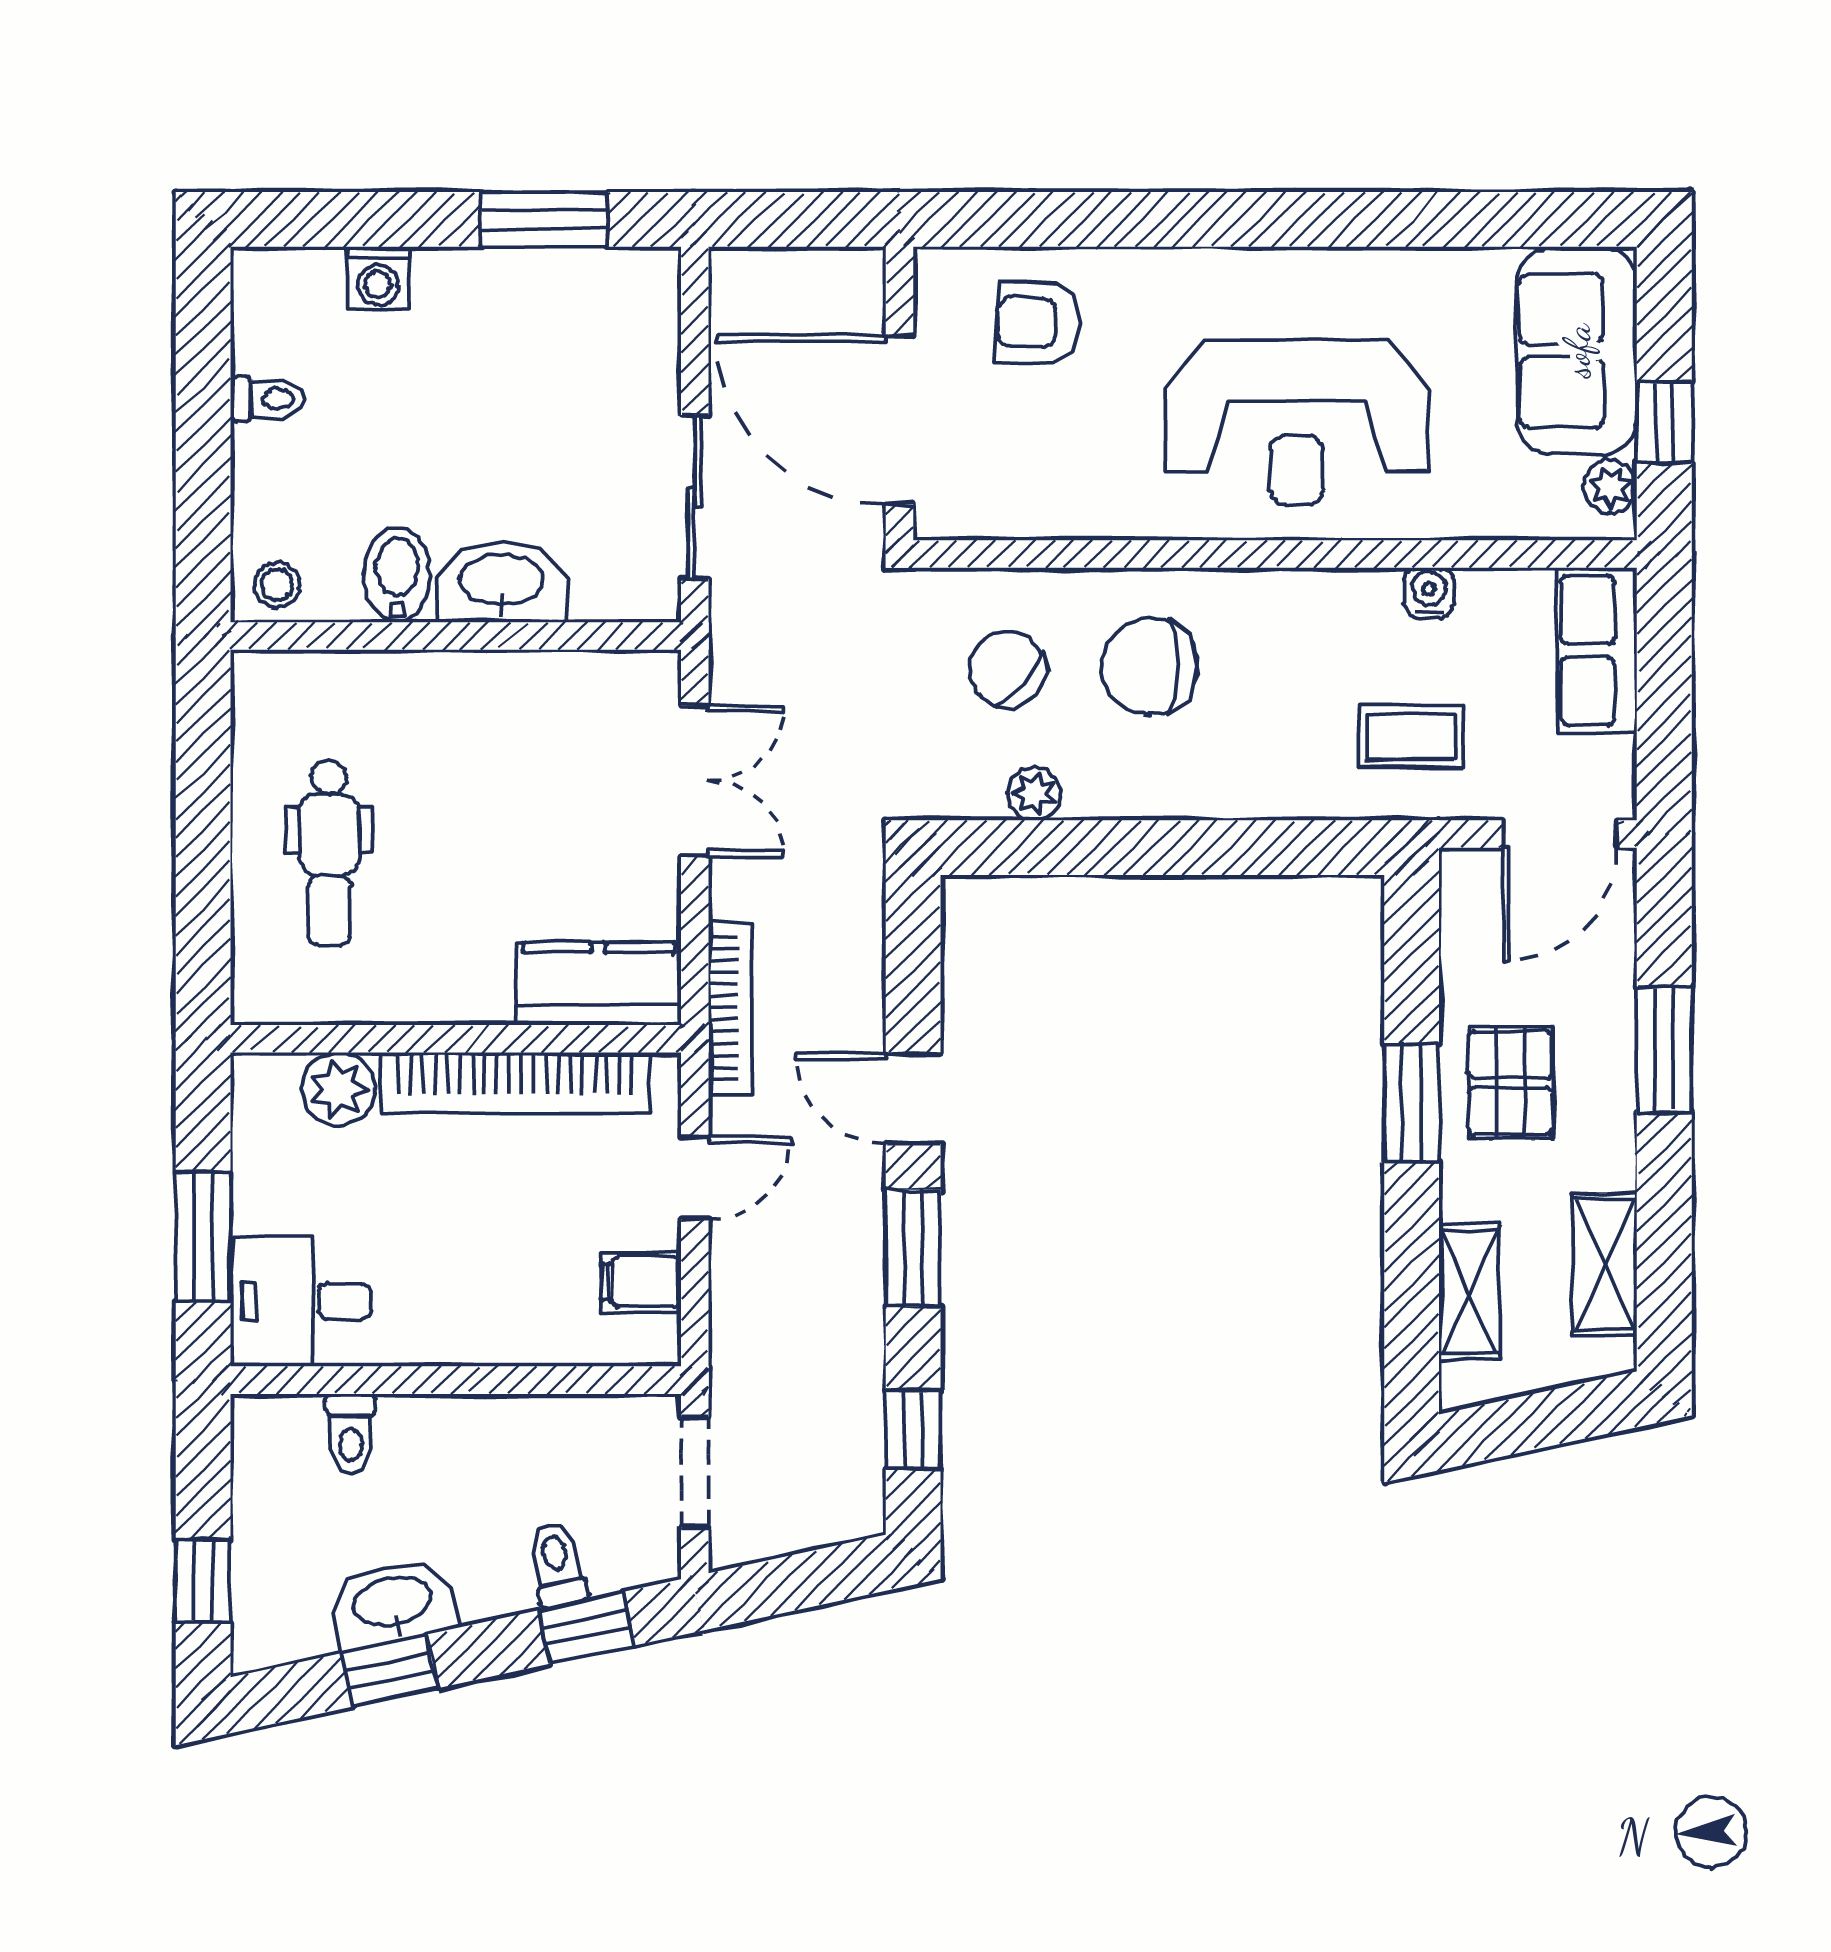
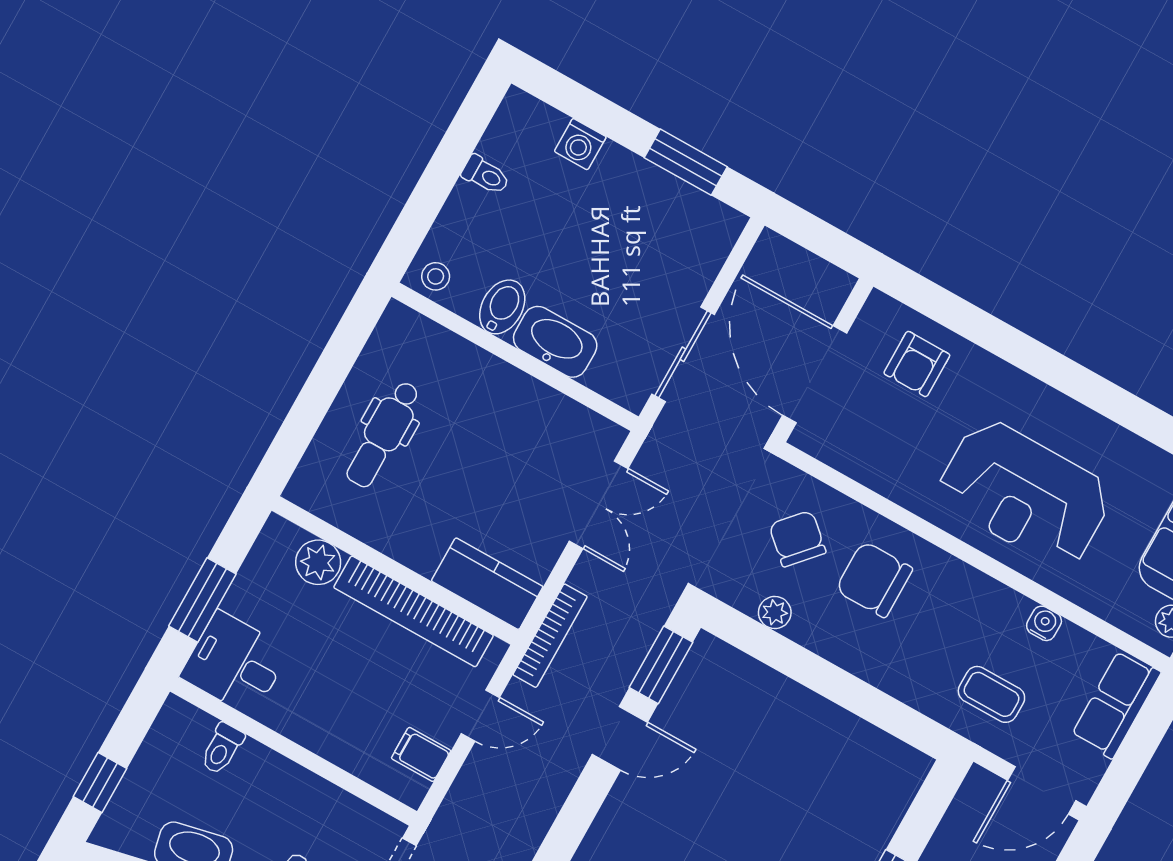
armchair: (1038, 323) -> (917, 364), turned -92
door: (913, 1099) -> (620, 738), swing flipped
window: (913, 1248) -> (661, 665), moved

